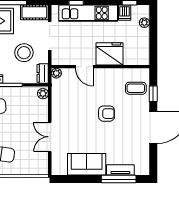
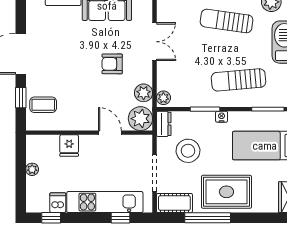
plant: (144, 23) -> (32, 169), moved
fridge: (110, 54) -> (69, 146), width x0.53, depth x0.75
plant: (56, 73) -> (140, 119), width x1.88, depth x1.88
plant: (58, 97) -> (144, 93), added
armchair: (106, 114) -> (112, 64), moved

